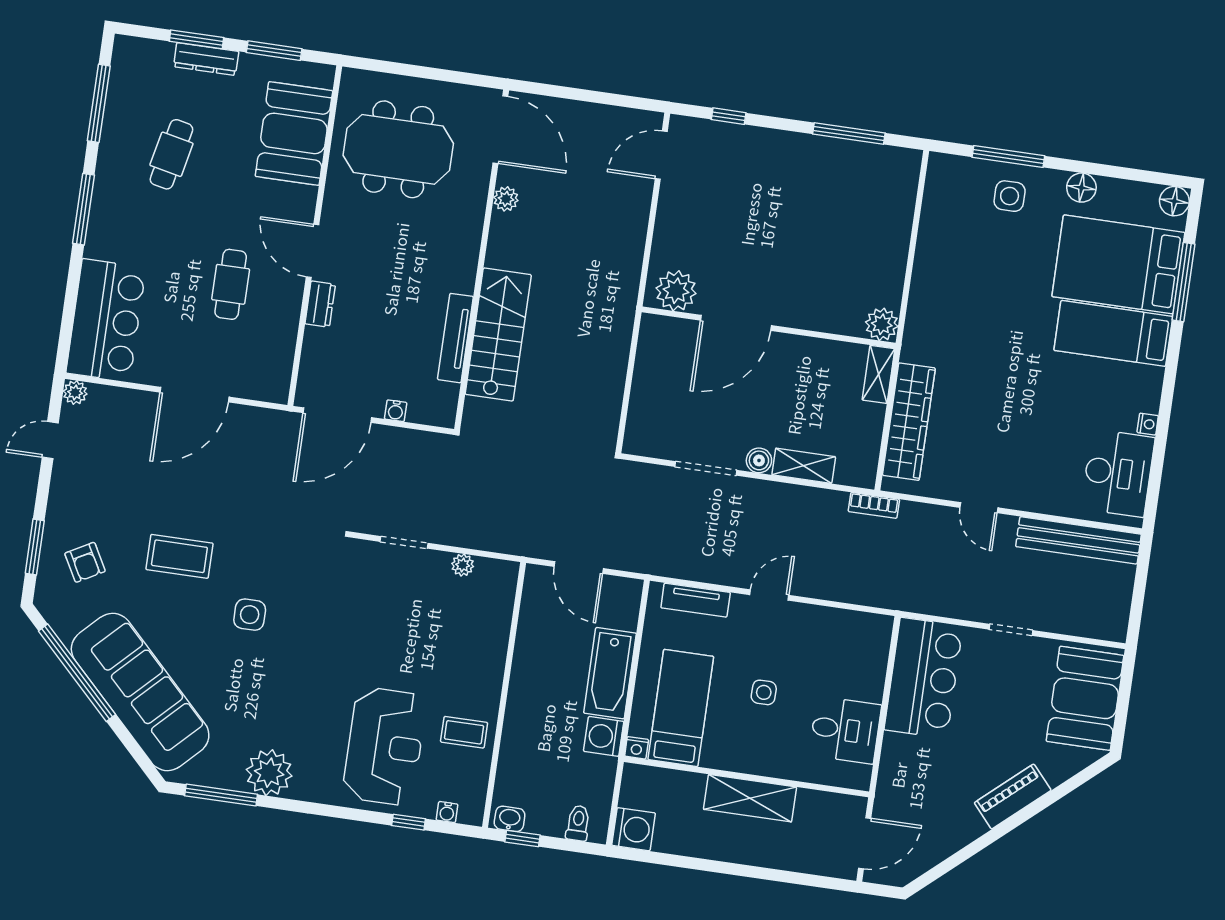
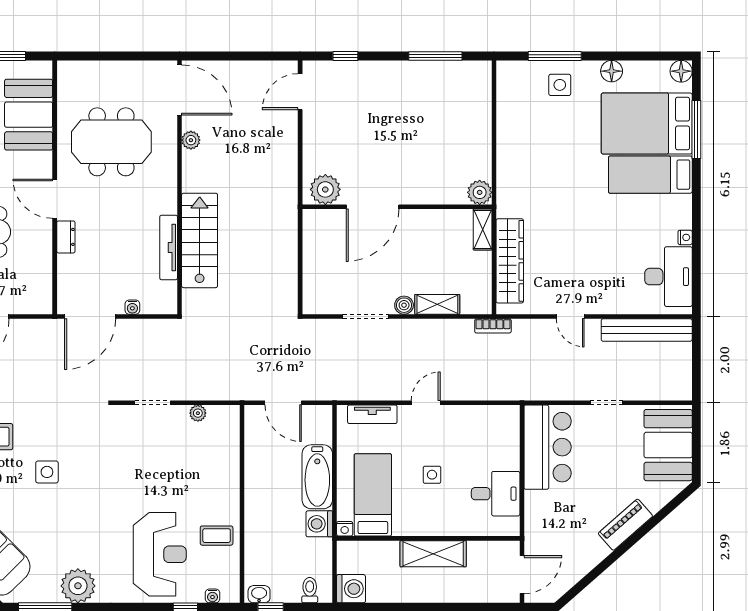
meeting table: (398, 149) -> (111, 142), moved

